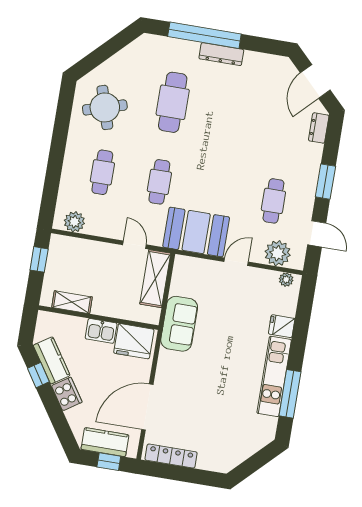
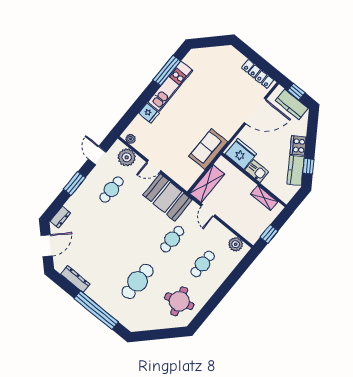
dresser: (221, 54) -> (75, 279), moved

